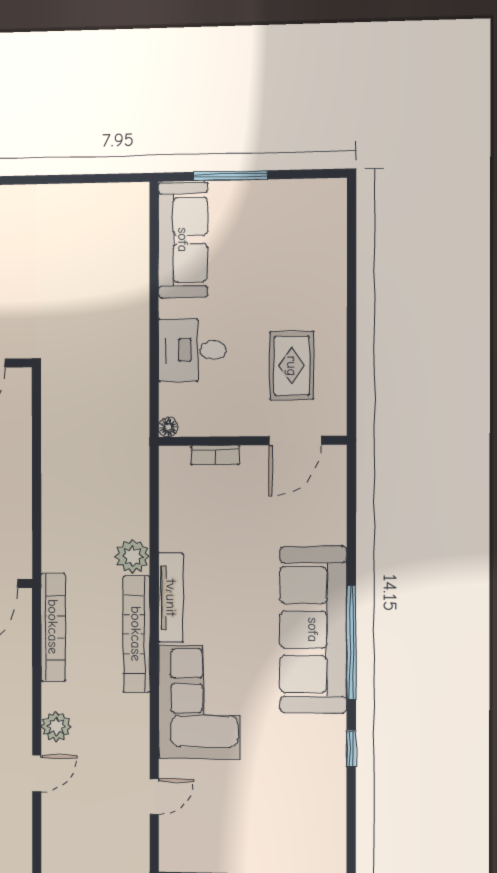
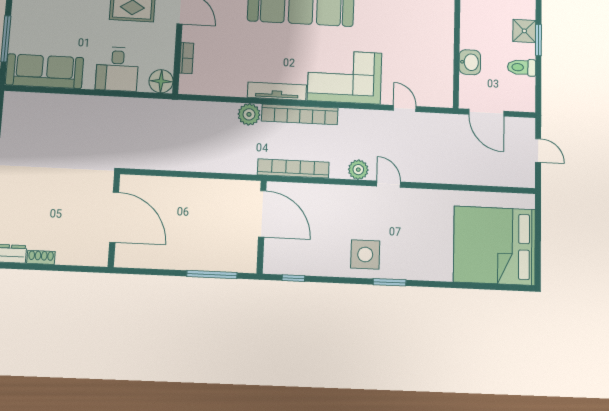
floor lamp: (168, 427) -> (161, 81), width x1.89, depth x1.89

